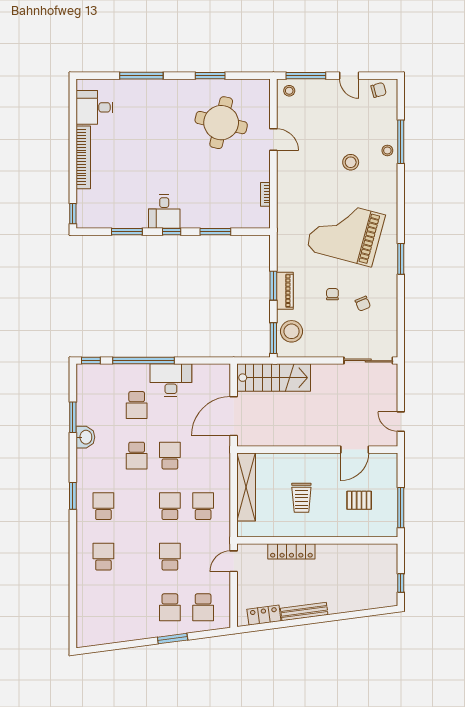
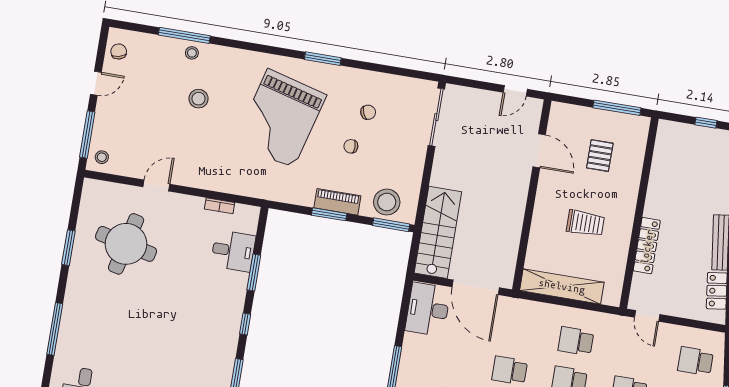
desk: (164, 212) -> (233, 251), moved
desk: (171, 380) -> (428, 309), moved
school desk: (203, 607) -> (695, 361), turned 180

